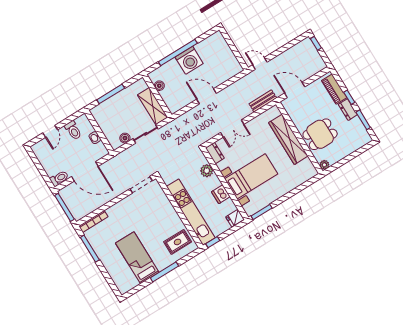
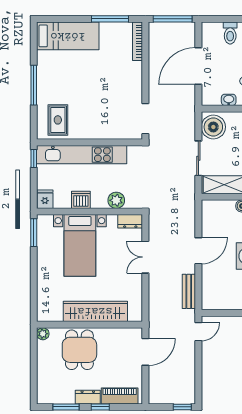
bench: (263, 101) -> (189, 291), moved
boiler: (125, 138) -> (213, 127), width x1.86, depth x1.86
toilet: (59, 178) -> (230, 33), moved
bed: (137, 258) -> (68, 36), moved

